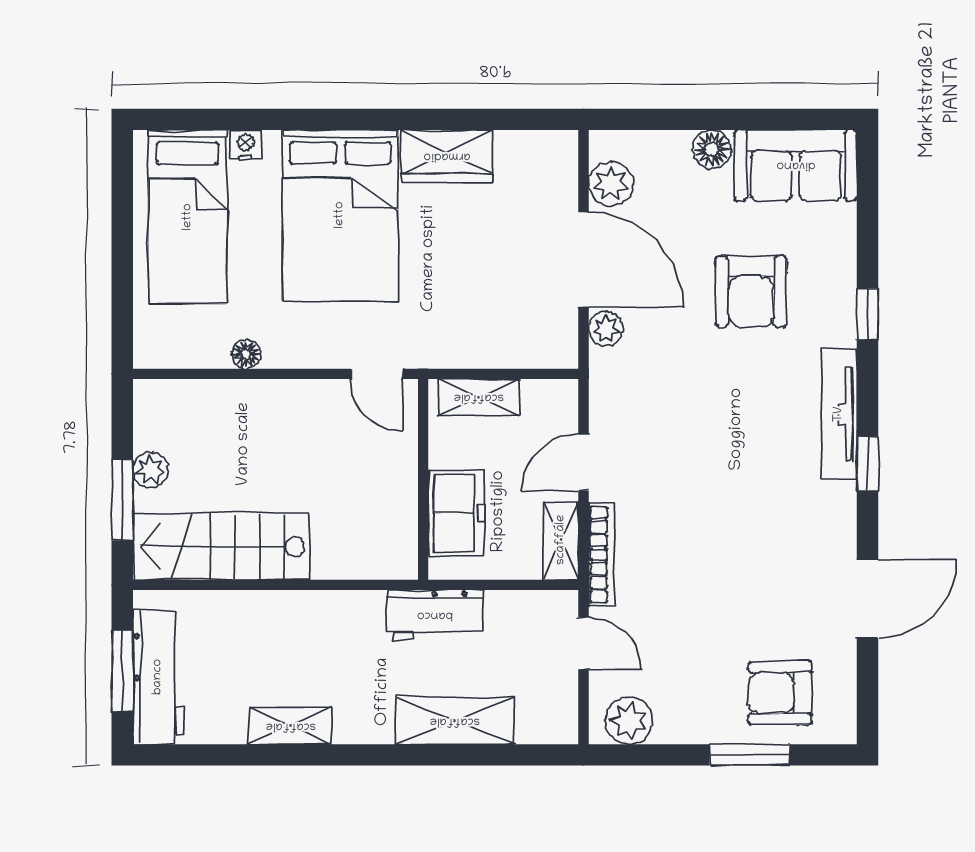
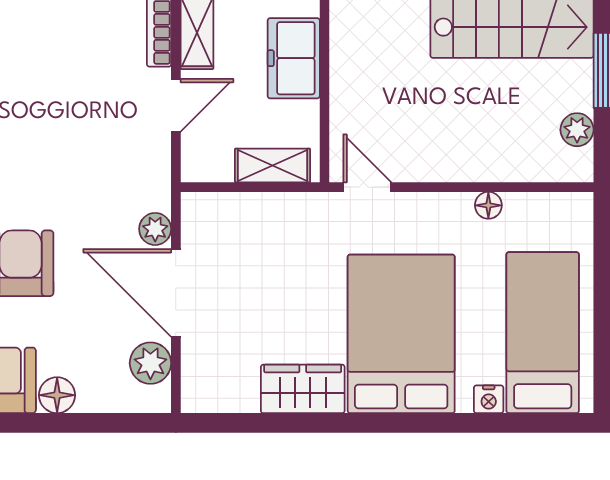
plant: (151, 470) -> (577, 130), moved

